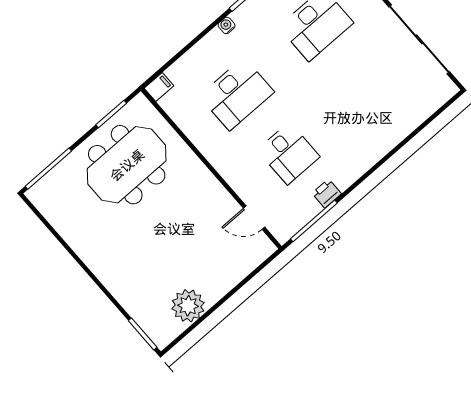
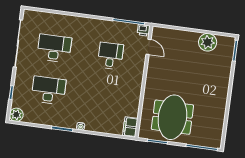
filing cabinet: (159, 87) -> (130, 127), width x2.00
desk: (237, 94) -> (54, 48), moved
meeting table: (127, 165) -> (172, 117), turned 90
printer: (327, 194) -> (144, 30), moved

